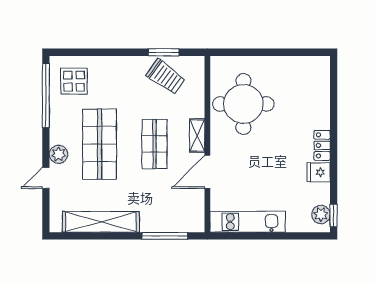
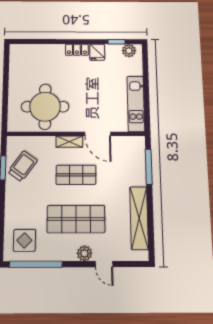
window: (334, 215) -> (117, 42), moved

